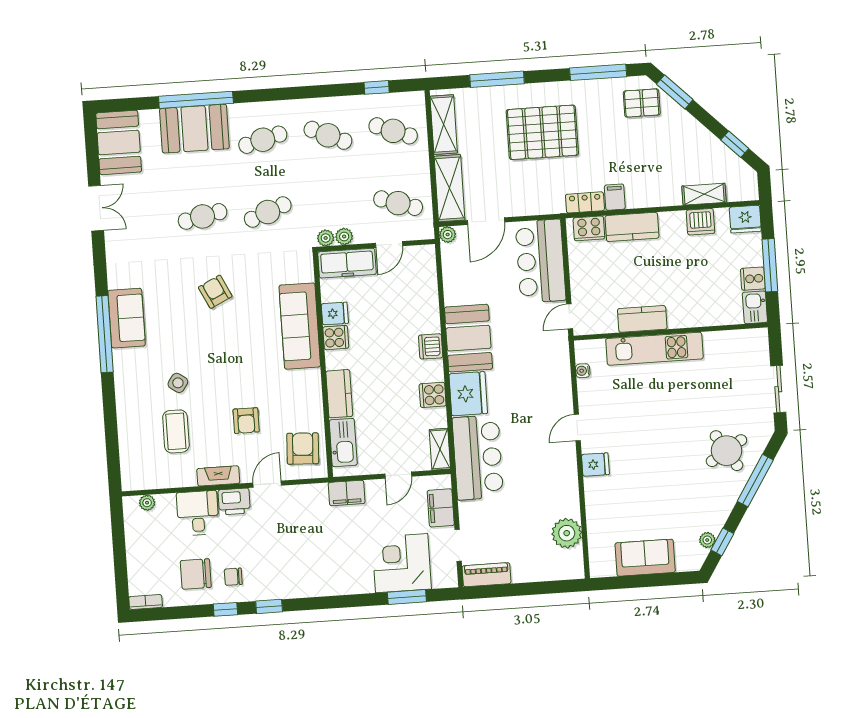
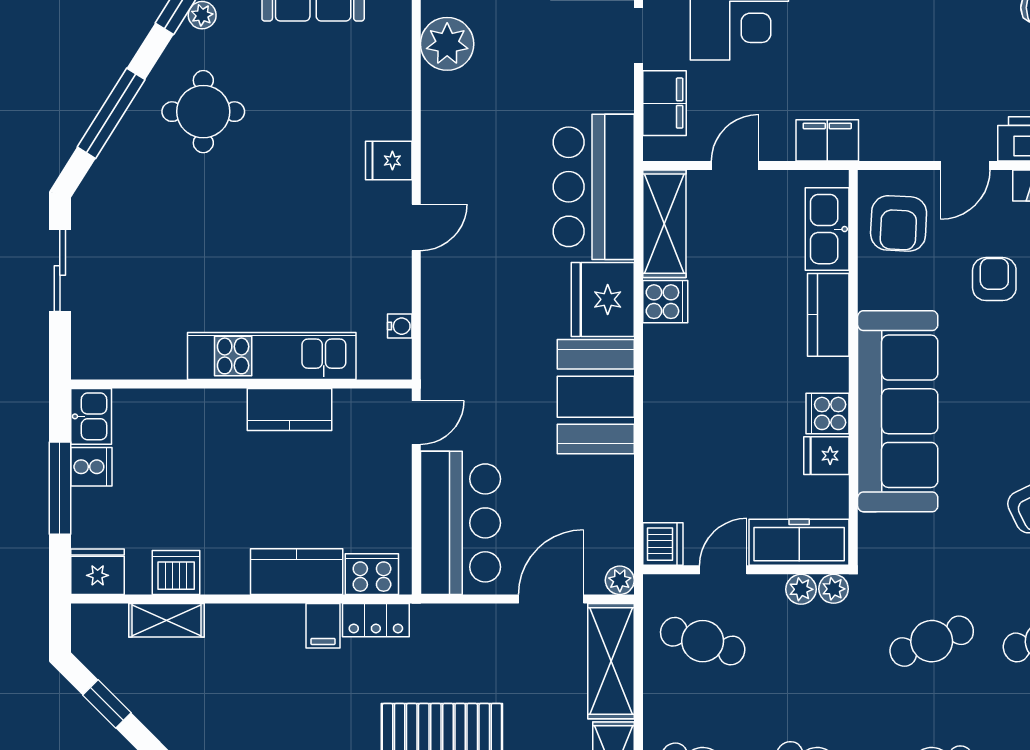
sofa: (300, 326) -> (898, 411), width x1.36, depth x1.27
dishwasher: (431, 346) -> (663, 544), moved
shelving: (440, 449) -> (664, 224), width x1.50, depth x1.33
round table: (726, 451) -> (203, 112), moved, turned 32

